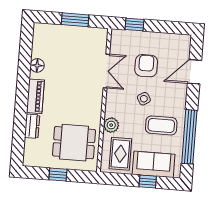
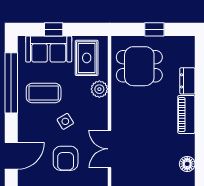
floor lamp: (37, 65) -> (187, 164), moved

